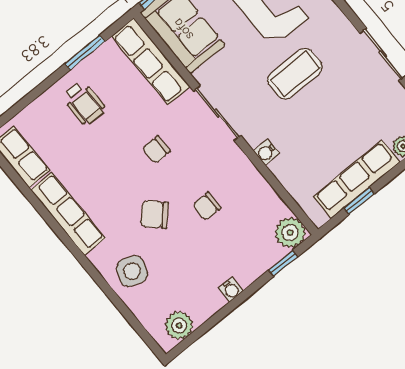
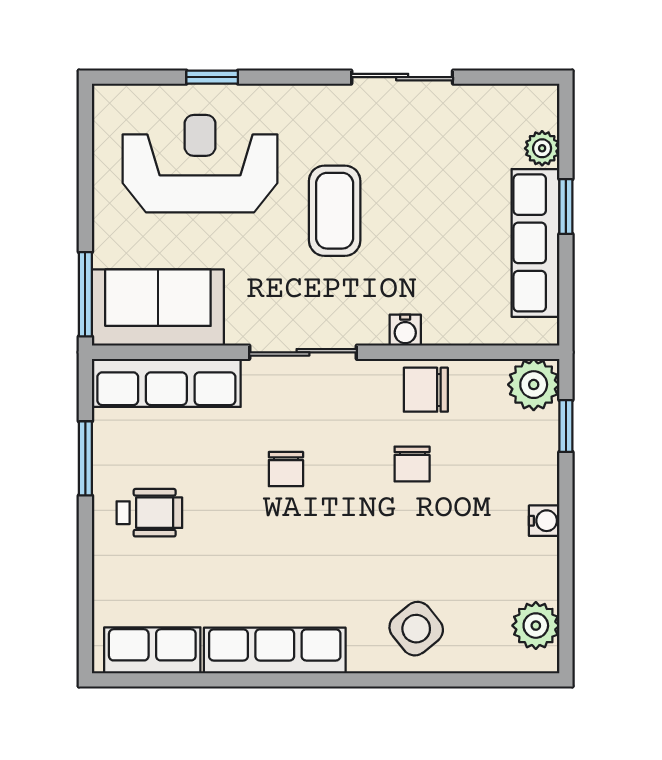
window: (359, 201) -> (566, 207), moved
chair: (154, 214) -> (426, 390), moved, turned 46
side table: (132, 271) -> (416, 629), turned 30

